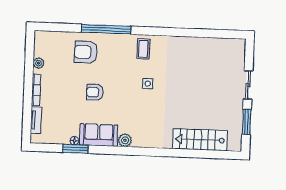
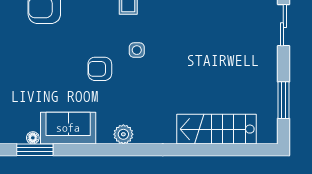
sliding door: (248, 85) -> (283, 25), moved
armchair: (95, 92) -> (100, 69), moved
plant: (125, 140) -> (123, 134), moved

